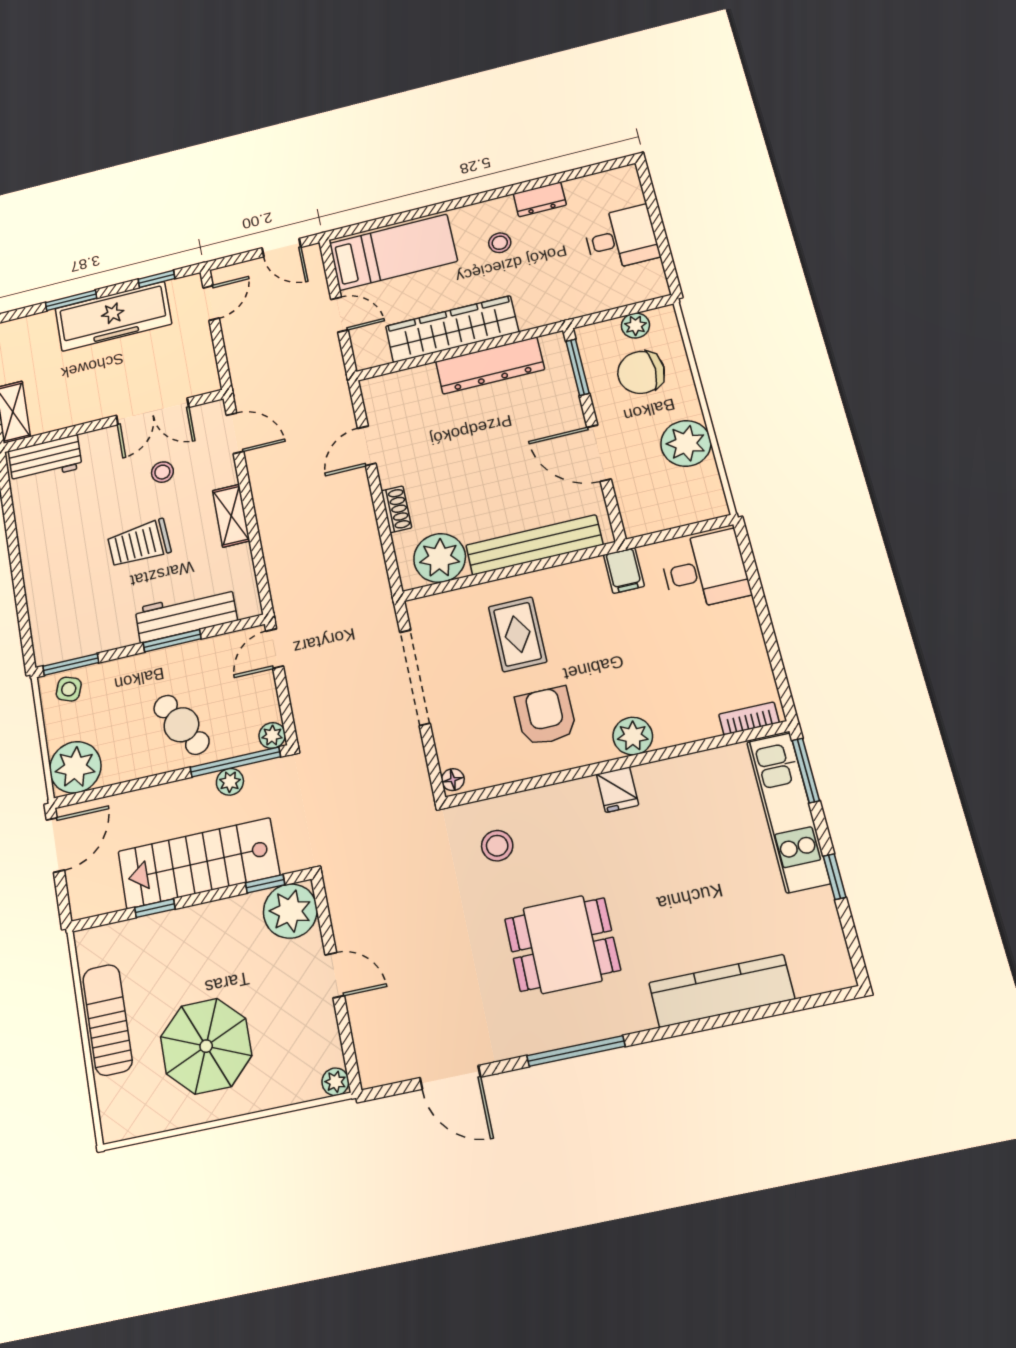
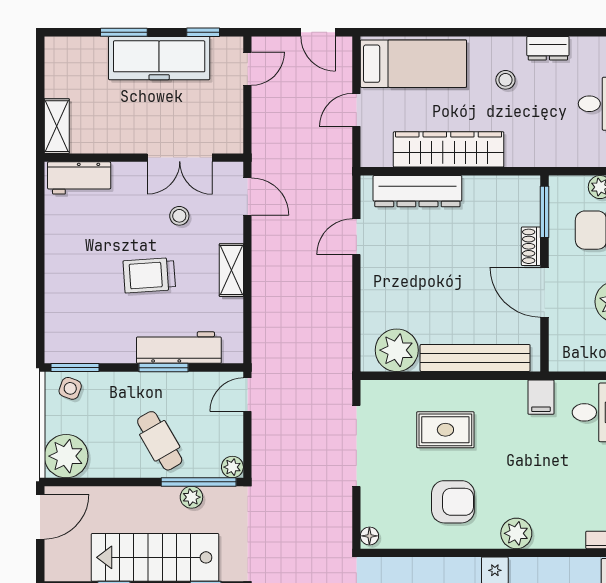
door: (339, 314) -> (356, 110), swing flipped
dresser: (490, 366) -> (417, 191), moved
shoe rack: (396, 509) -> (531, 246), moved, turned 180
rug: (518, 634) -> (445, 430), turned 90
armchair: (546, 716) -> (453, 502), turned 90

